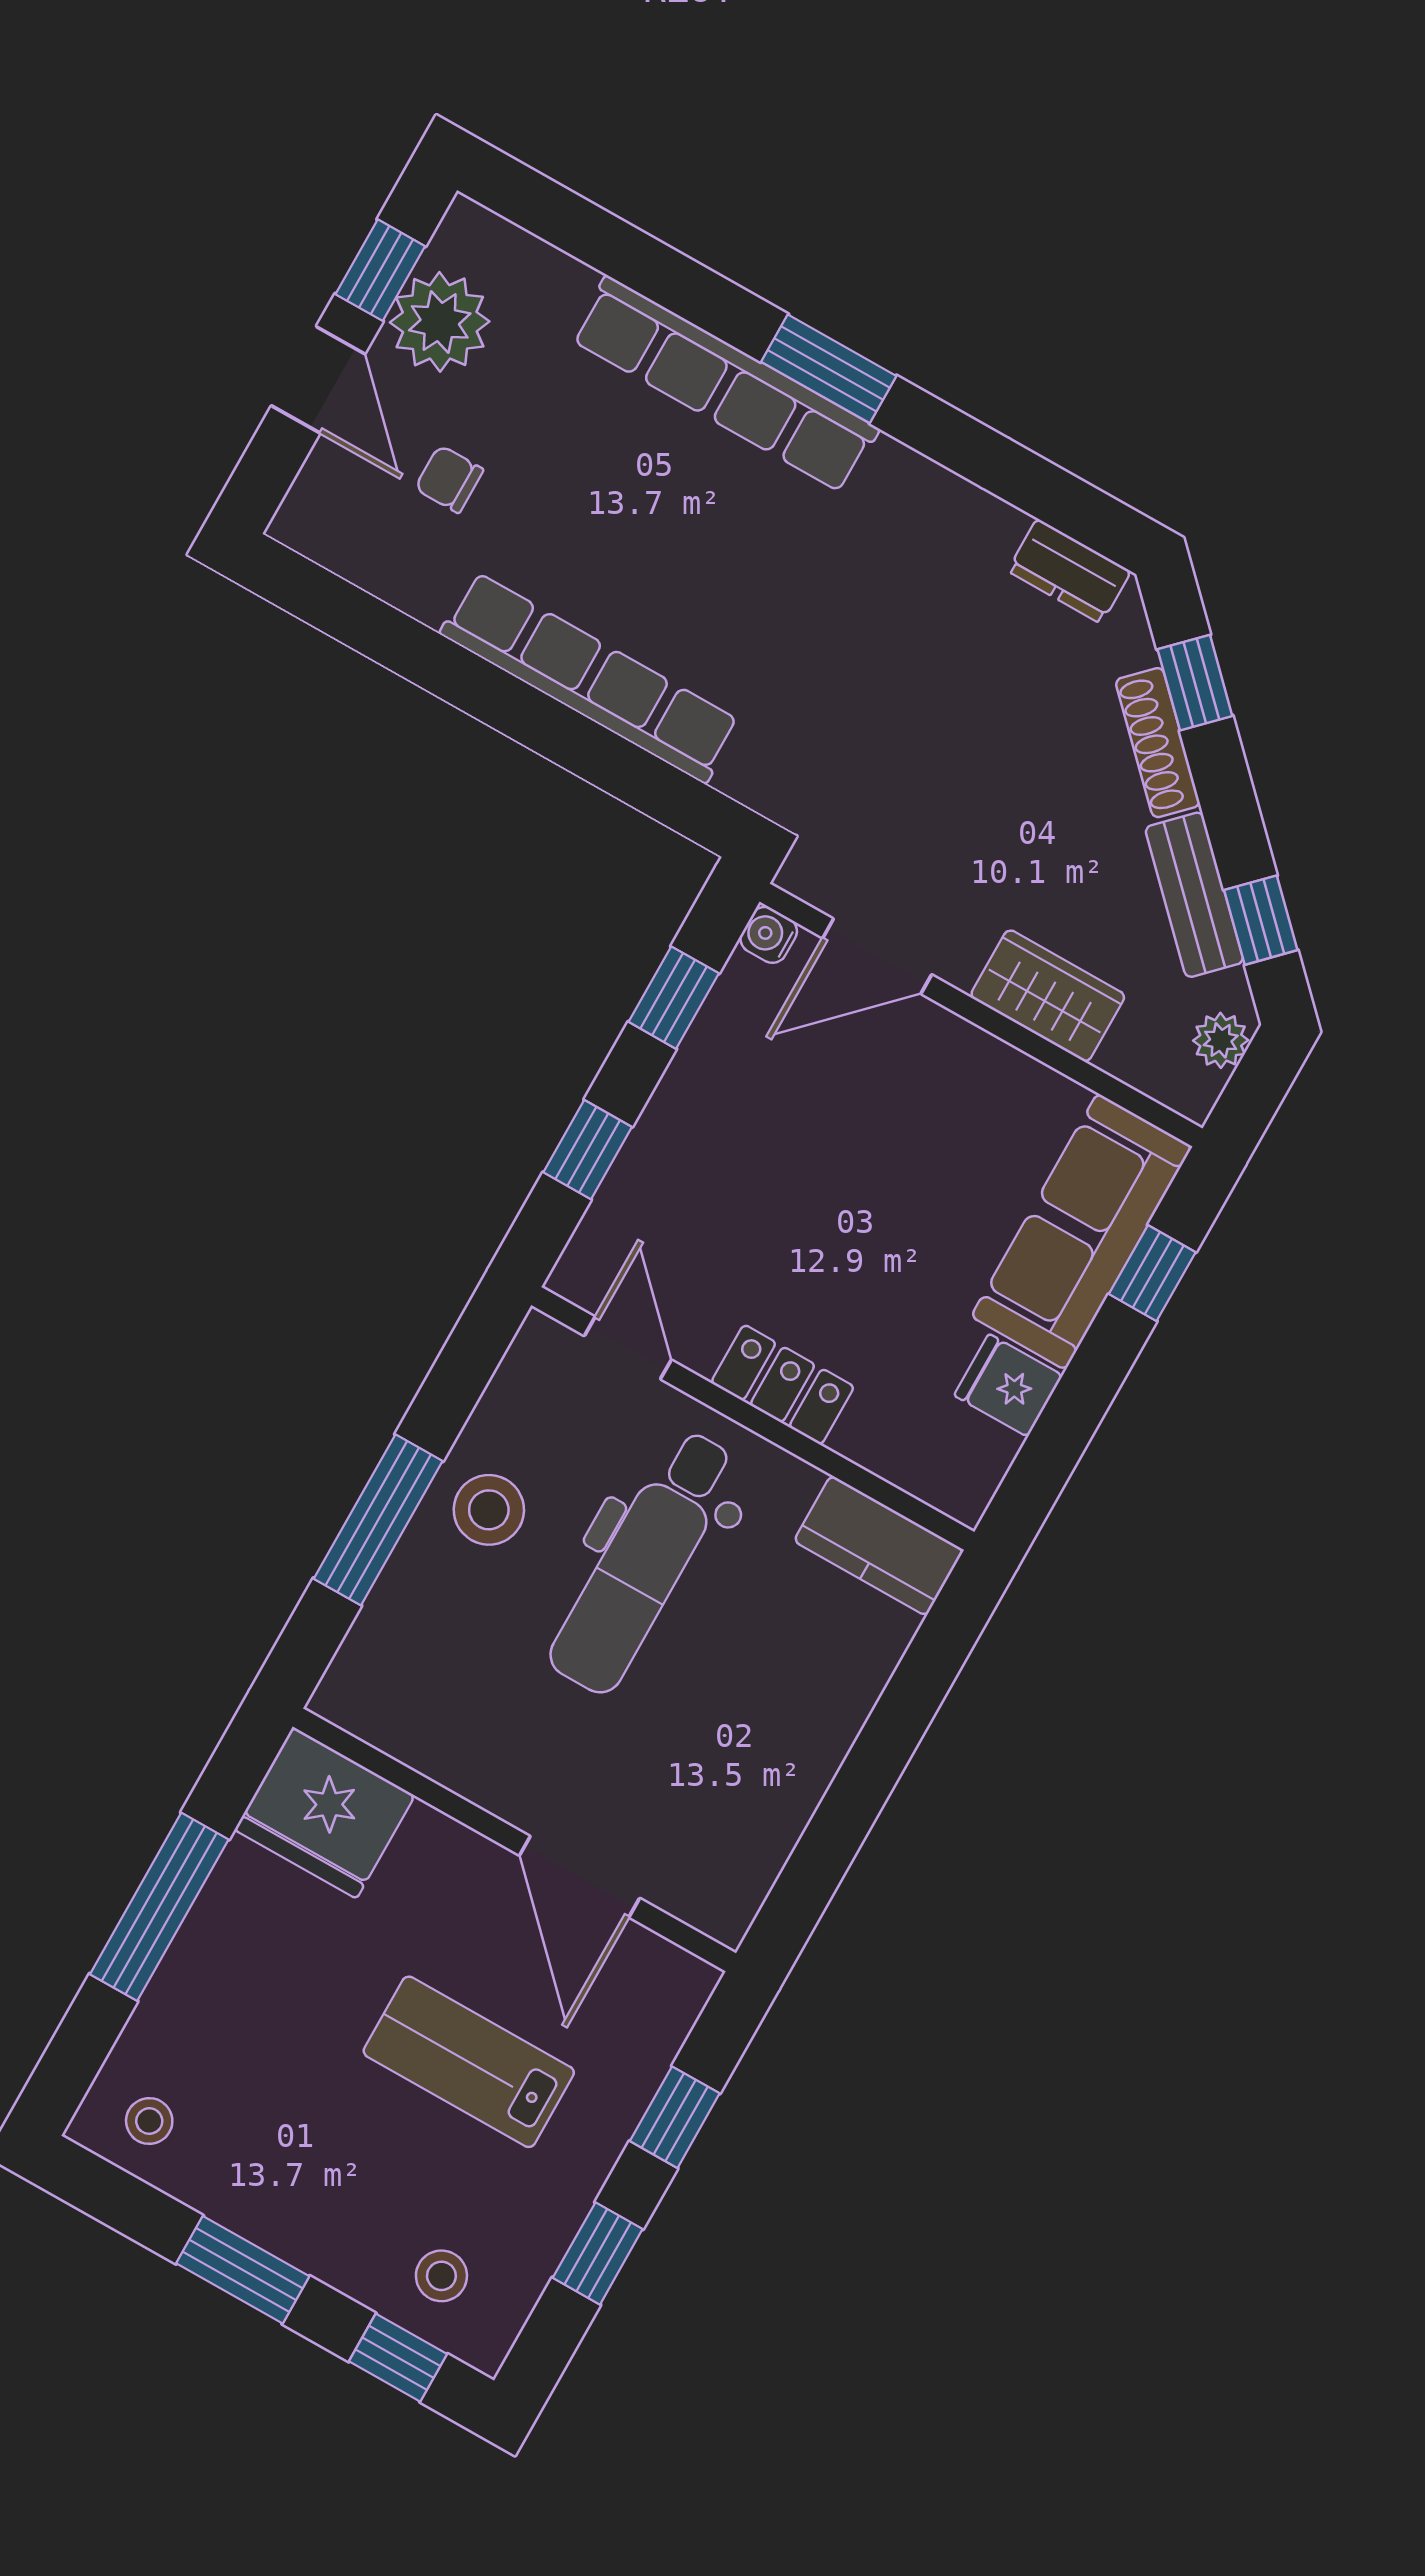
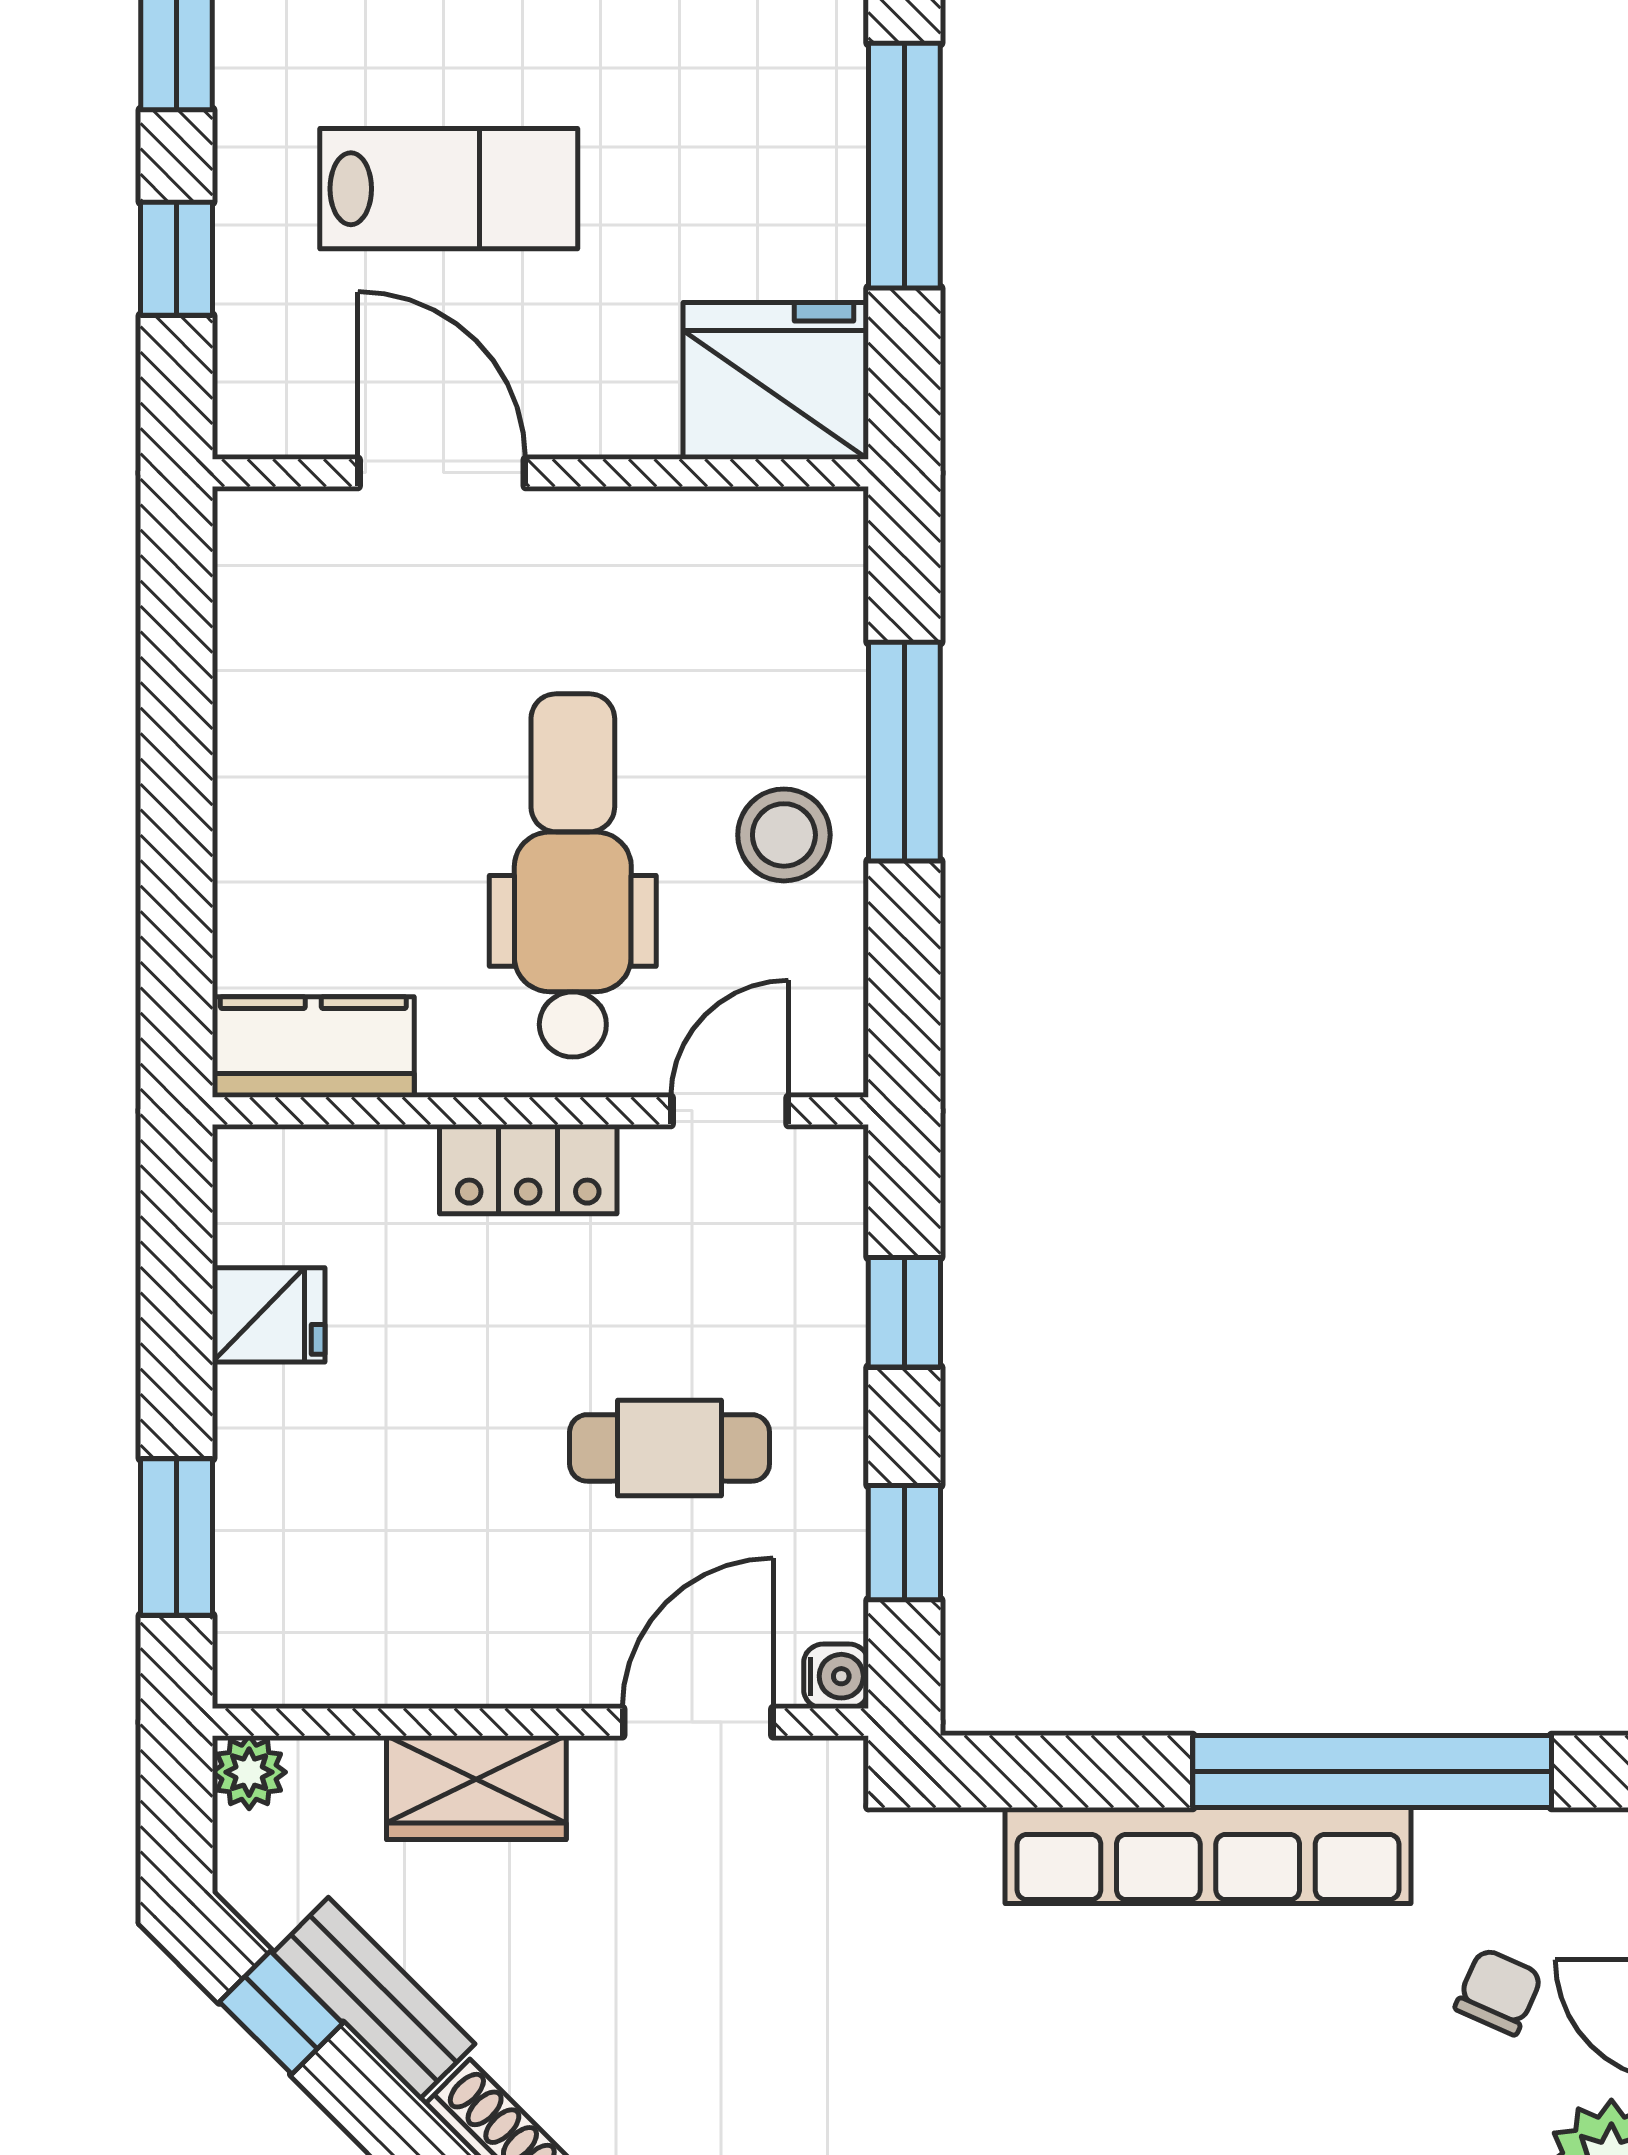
chair: (449, 479) -> (1499, 1992), turned -66
window: (450, 672) -> (1372, 1771), added
plant: (1221, 1040) -> (249, 1772), moved
cafe table: (793, 1148) -> (670, 1448), added
sofa: (1082, 1232) -> (285, 1539), removed
window: (1152, 1273) -> (176, 1537), width x1.50
door: (628, 1348) -> (730, 1111), swing flipped

